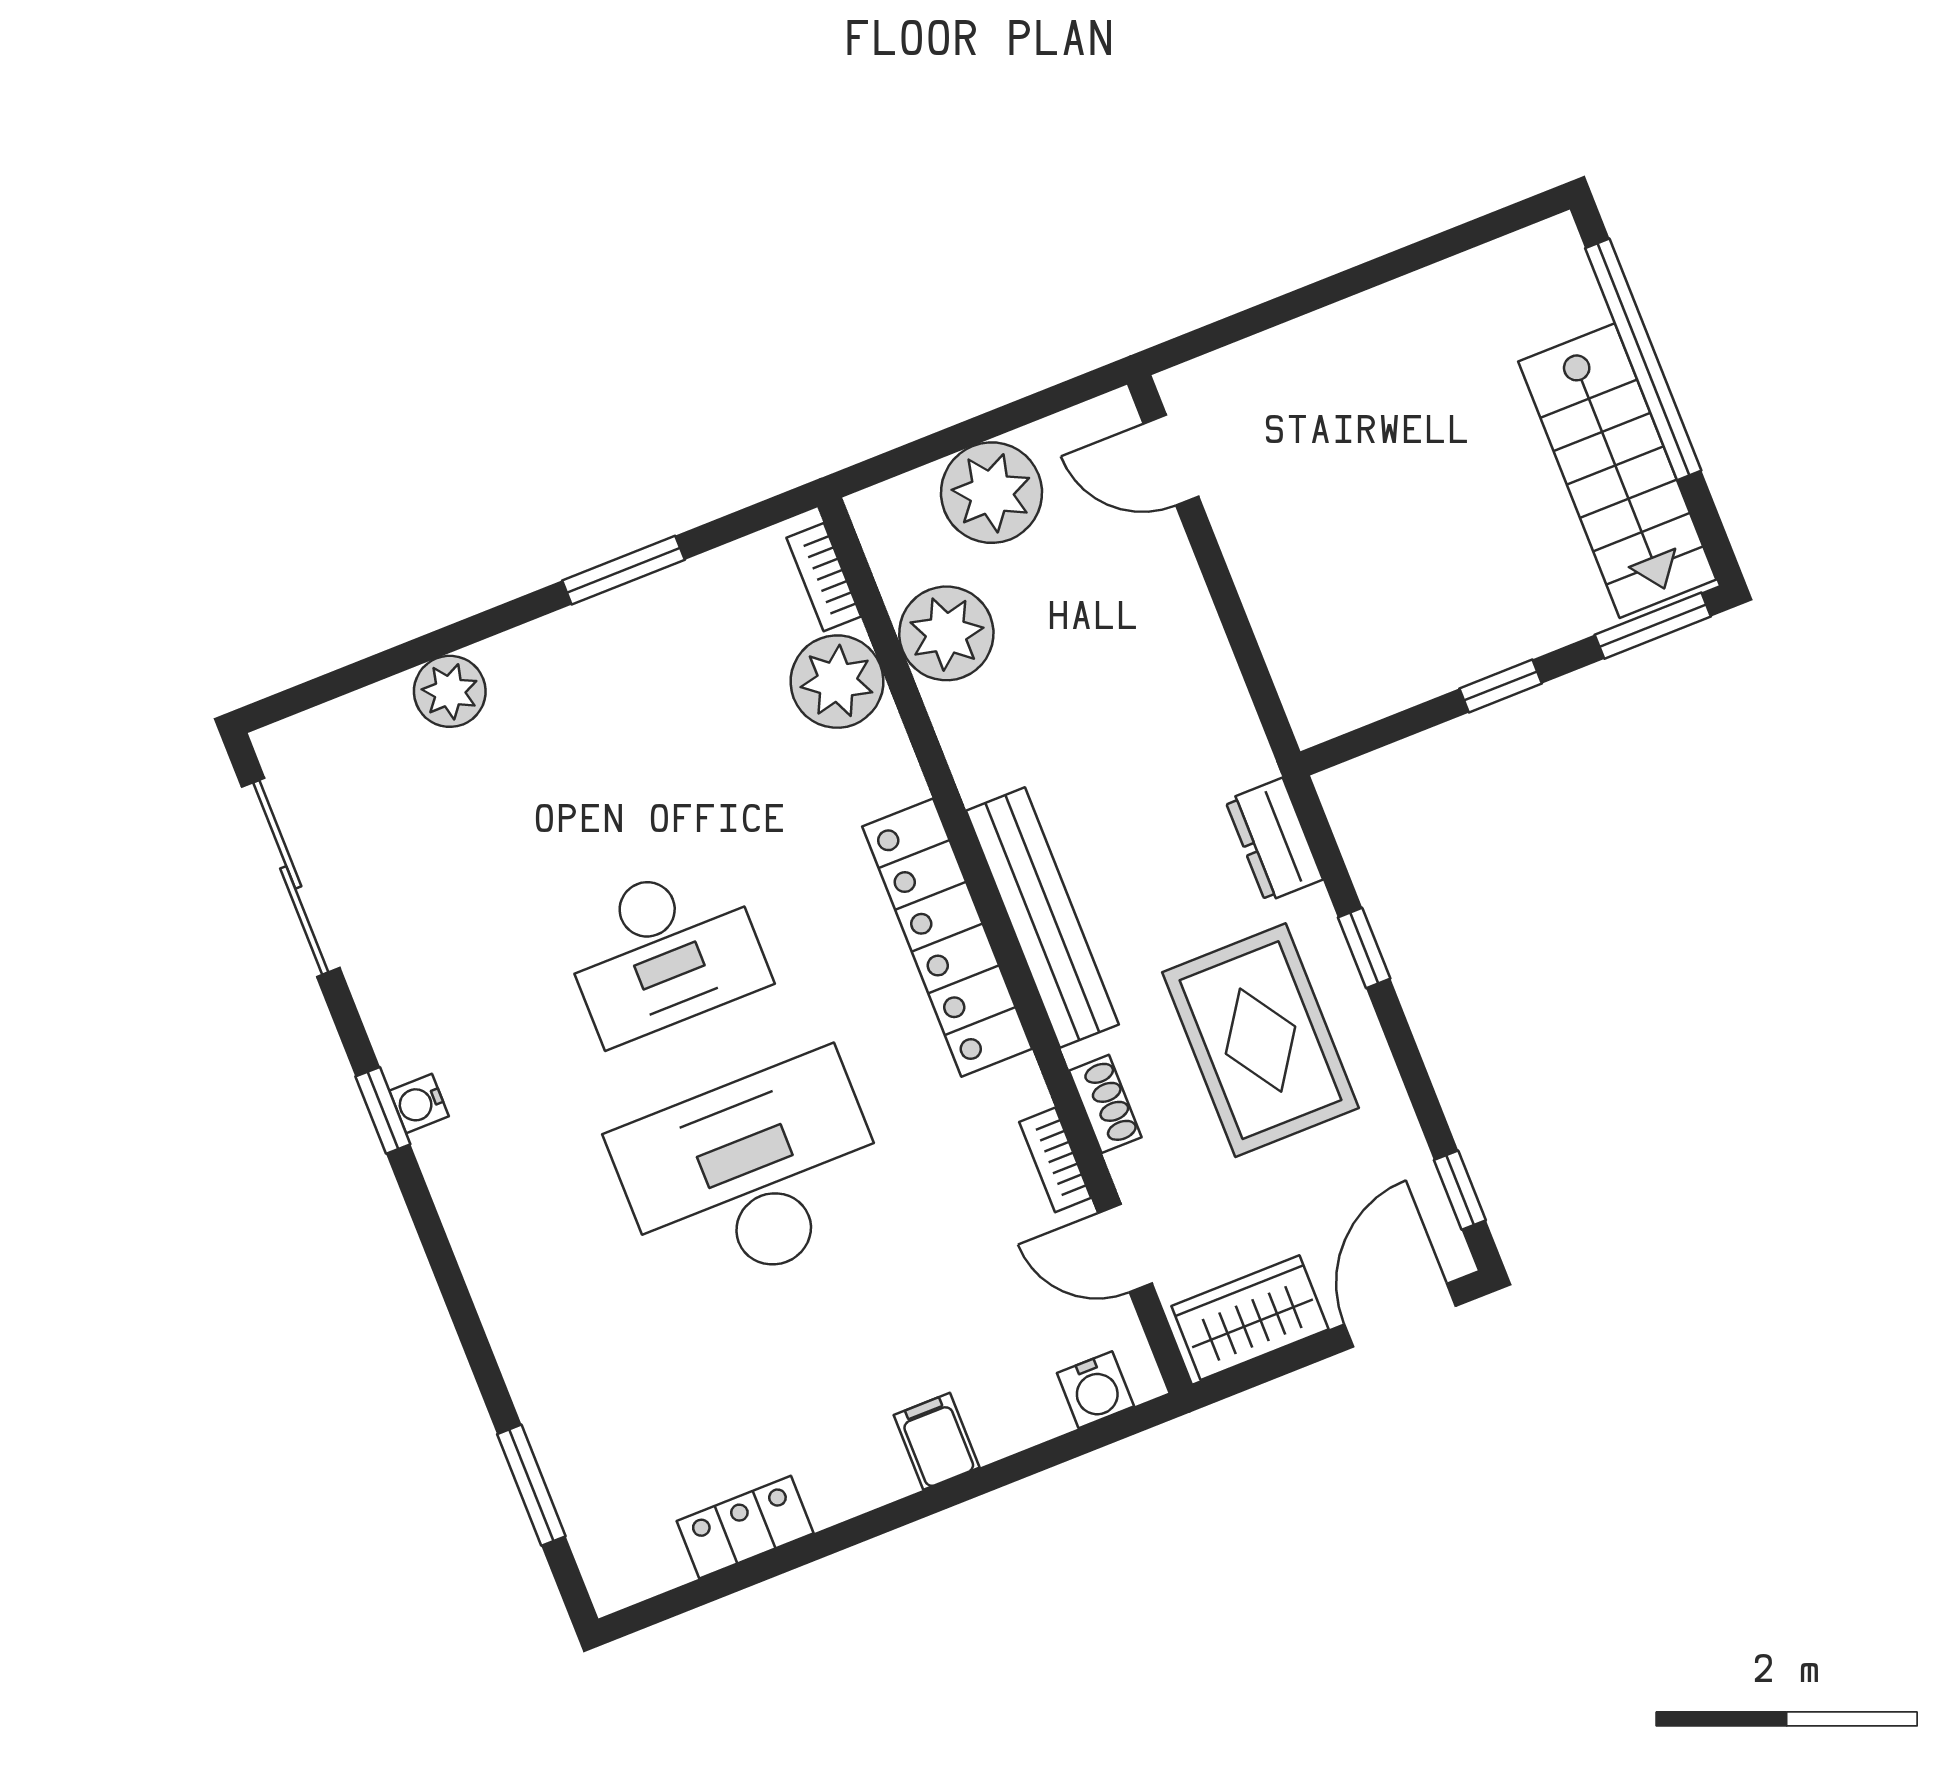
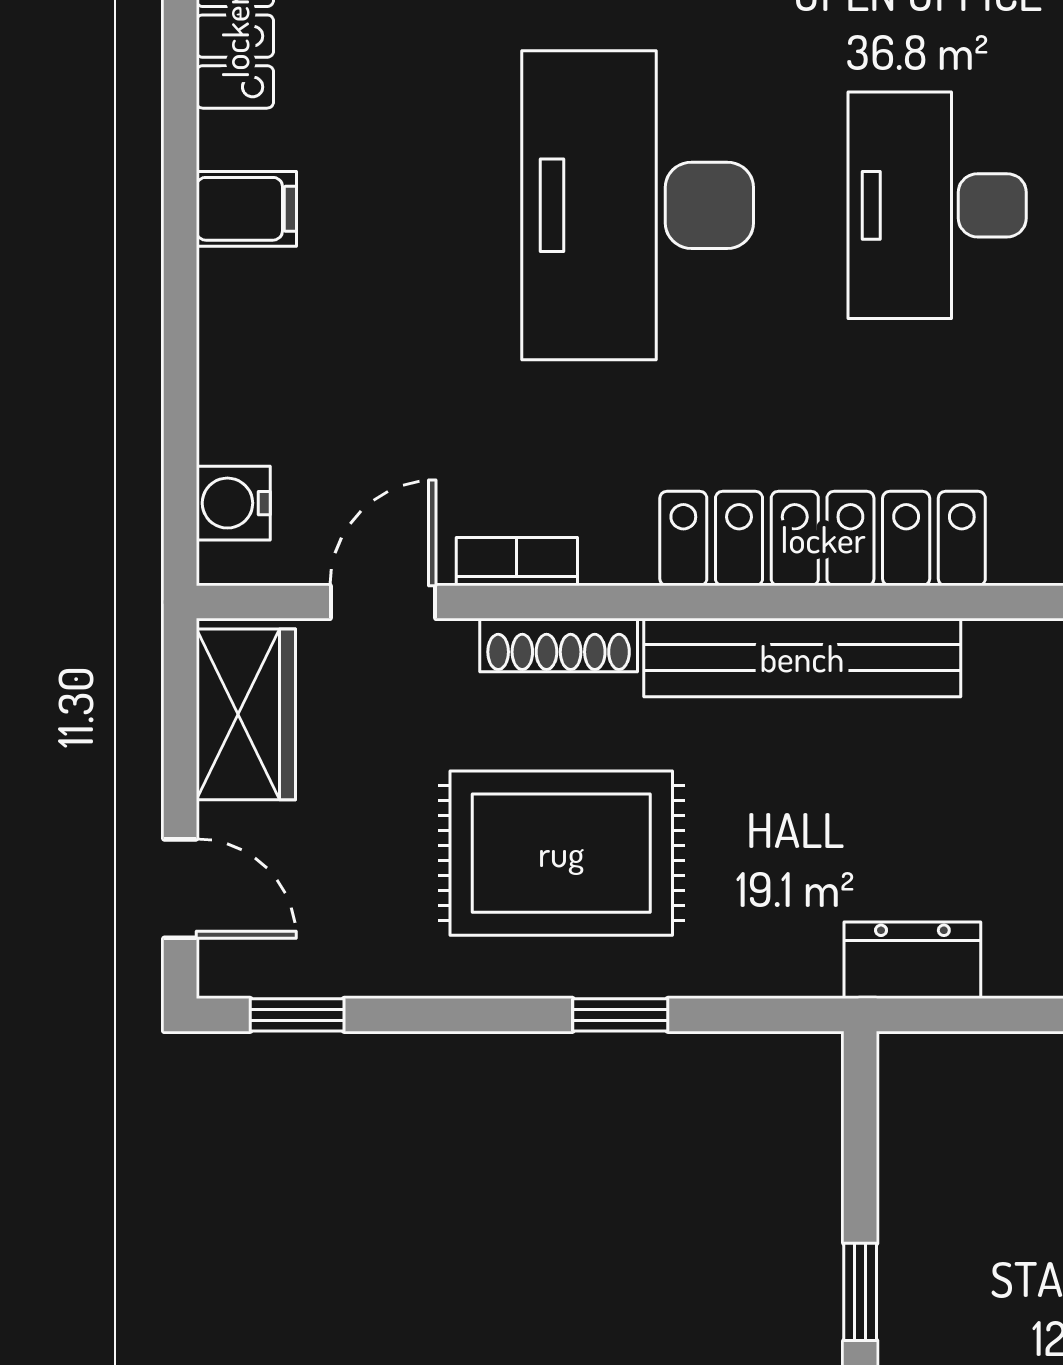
dresser: (1274, 840) -> (912, 960), moved
shoe rack: (1105, 1104) -> (559, 645), width x1.43
desk: (752, 1175) -> (638, 205), turned 180
door: (1400, 1315) -> (180, 889), width x0.73
filing cabinet: (937, 1441) -> (246, 209), moved

